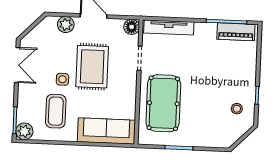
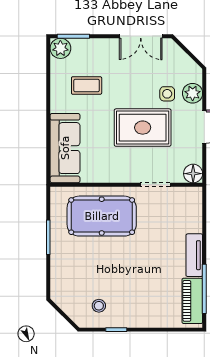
tv unit: (169, 27) -> (194, 255), moved, width x0.71
side table: (62, 79) -> (167, 94), moved
coffee table: (56, 111) -> (87, 85), width x0.73, depth x0.77

